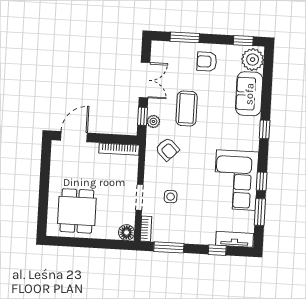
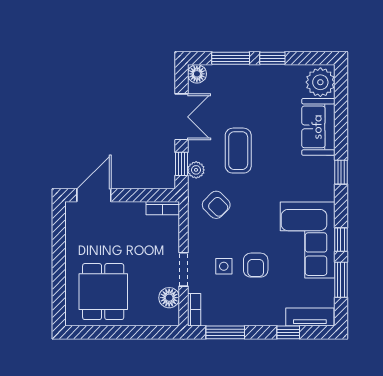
window: (243, 41) -> (272, 58), moved
floor lamp: (158, 48) -> (197, 74), added
armchair: (207, 62) -> (256, 265), moved, turned -90
bookcase: (119, 149) -> (163, 208), width x0.64
floor lamp: (127, 232) -> (169, 298), moved

